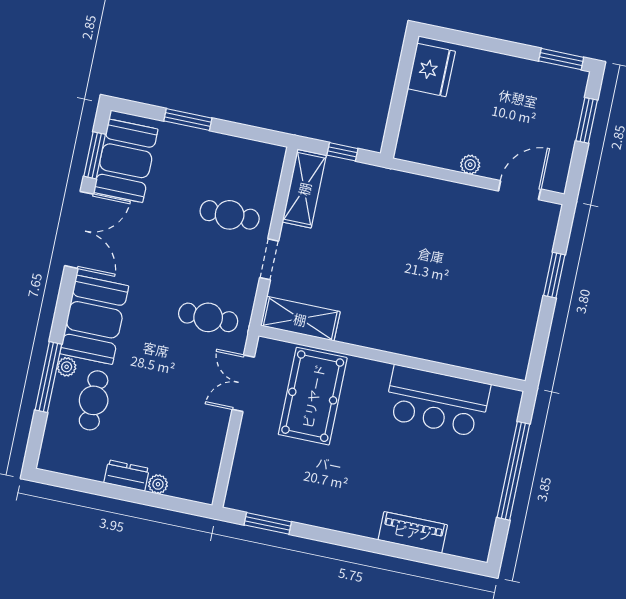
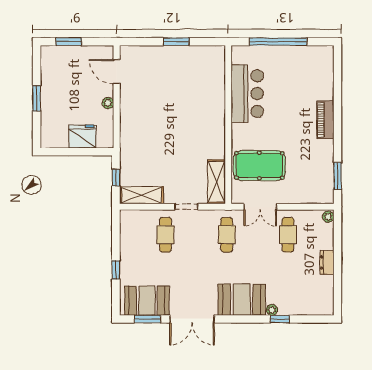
window: (561, 59) -> (37, 98), moved
fridge: (431, 70) -> (82, 137), moved
window: (188, 120) -> (116, 270), width x0.67
double door: (79, 230) -> (192, 319), swing flipped
window: (554, 275) -> (176, 42), moved
window: (48, 377) -> (280, 319), width x0.46
cafe table: (94, 400) -> (288, 235), moved, turned 90
plant: (158, 484) -> (328, 217), moved
piano: (413, 532) -> (325, 120), moved

